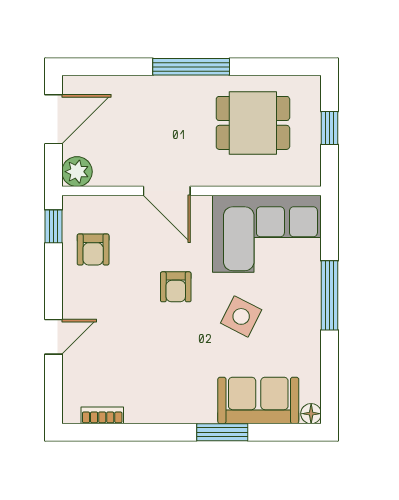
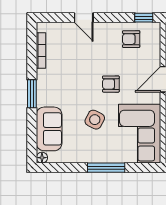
bookcase: (102, 415) -> (41, 50), width x1.56
window: (222, 432) -> (32, 94), moved

